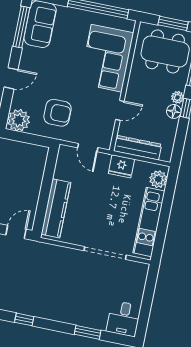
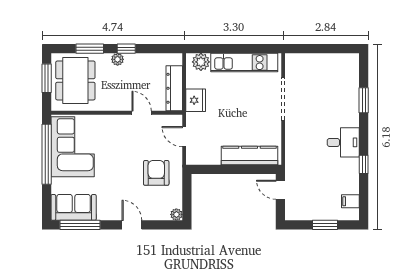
corner sofa: (107, 58) -> (73, 147), moved, turned -90
floor lamp: (174, 111) -> (132, 60), removed
plant: (19, 120) -> (176, 214), width x0.53, depth x0.53
door: (88, 148) -> (184, 137), swing flipped
desk: (124, 319) -> (343, 142), moved

